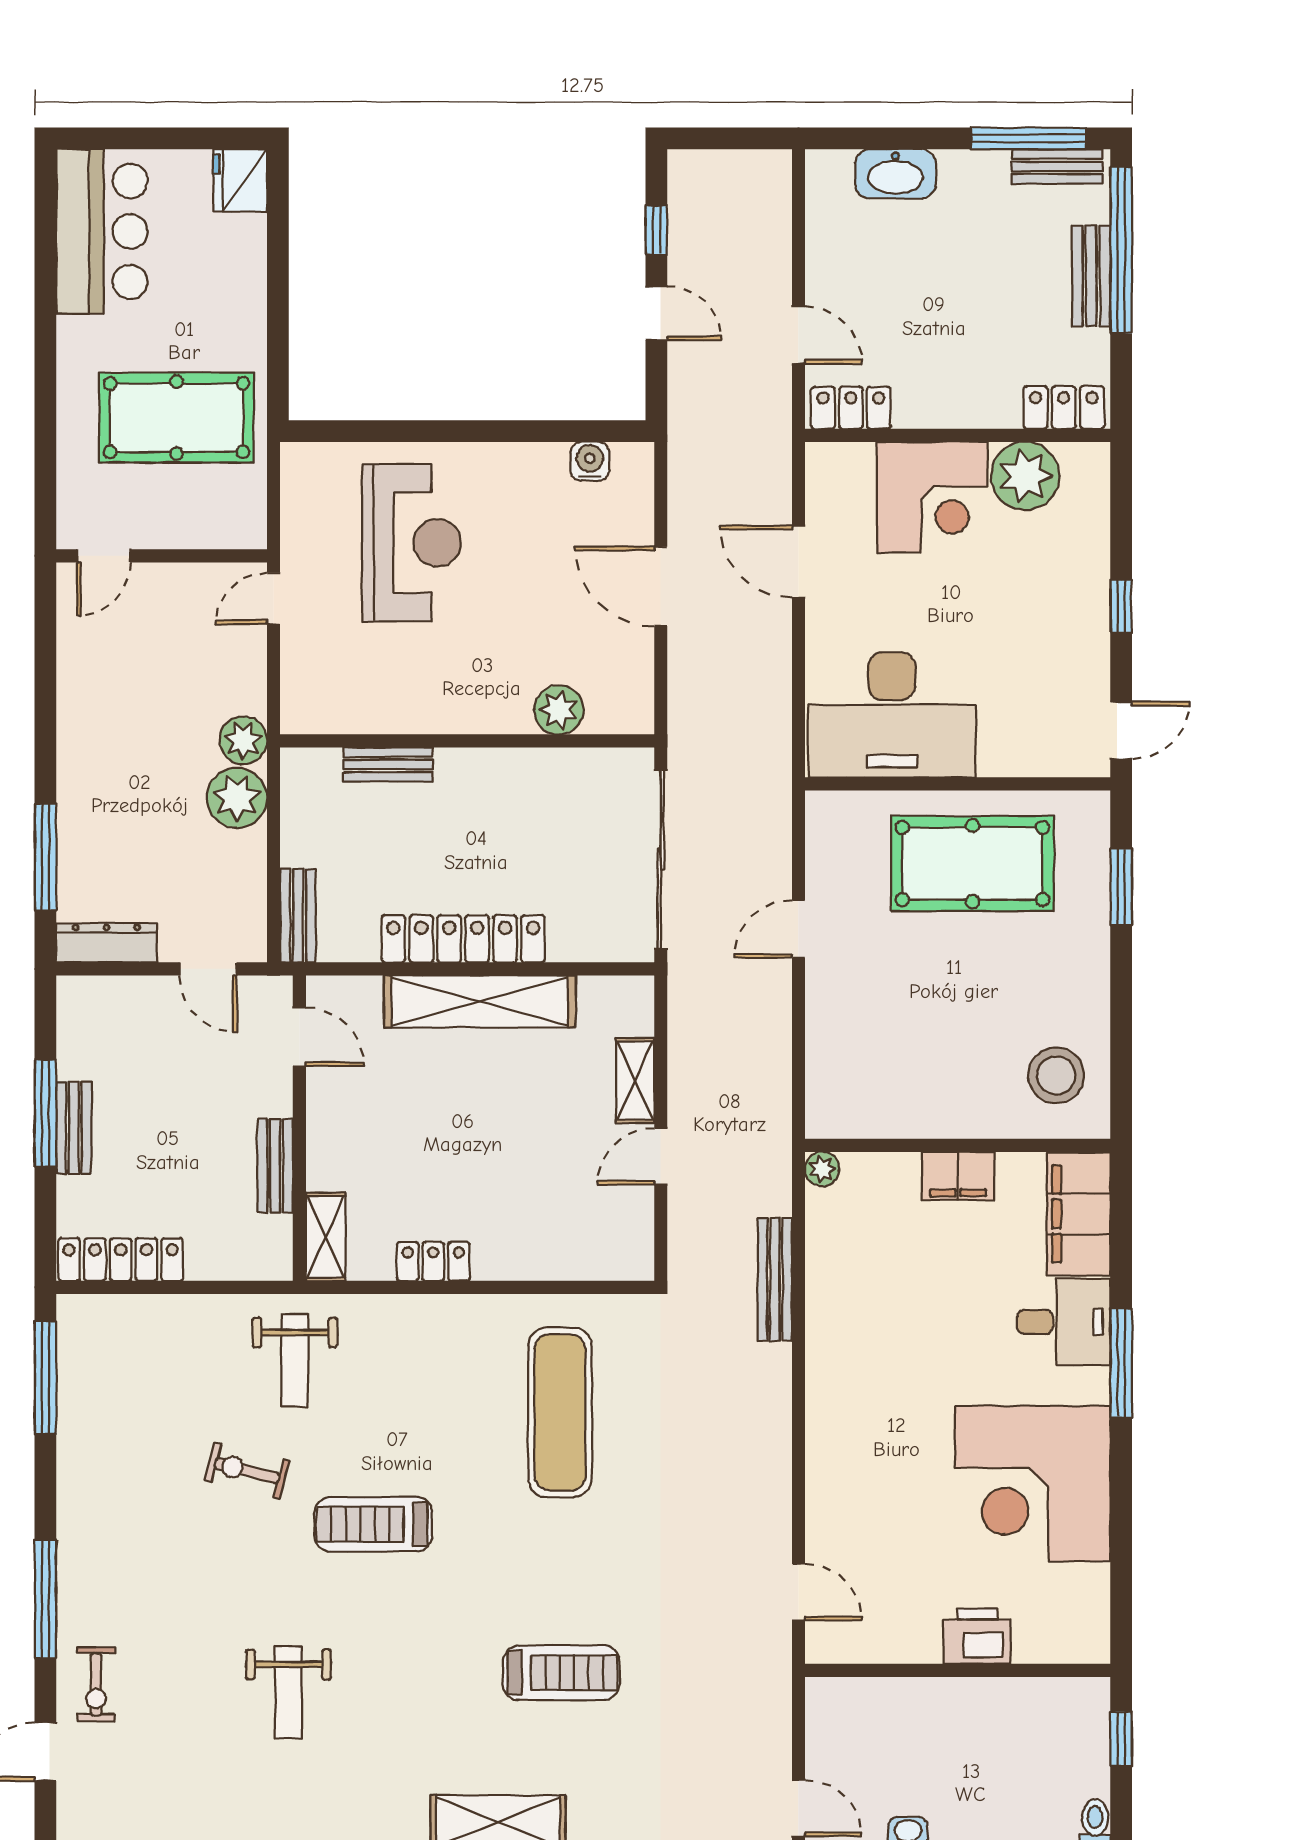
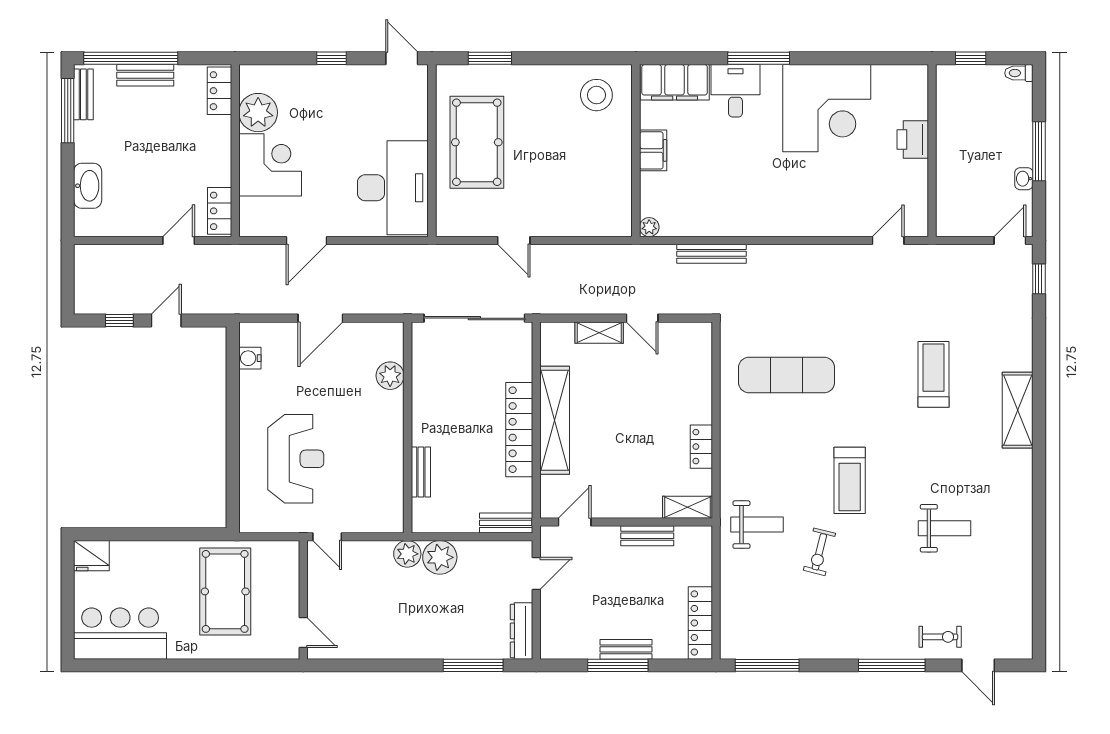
reception desk: (411, 543) -> (296, 459), turned 90

